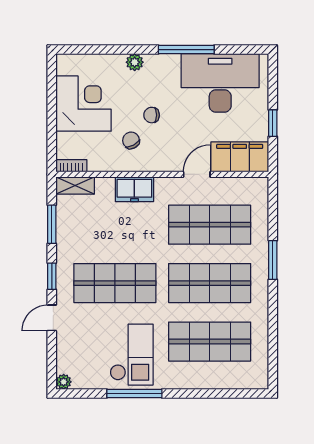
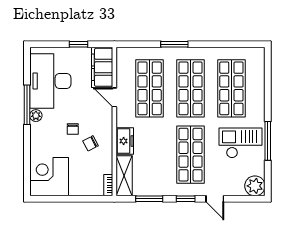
plant: (135, 62) -> (36, 116), moved
corner desk: (84, 104) -> (49, 177), moved
shelving: (75, 185) -> (124, 176), width x1.50, depth x1.33
plant: (64, 382) -> (255, 186), width x1.87, depth x1.87

